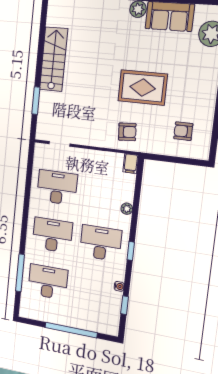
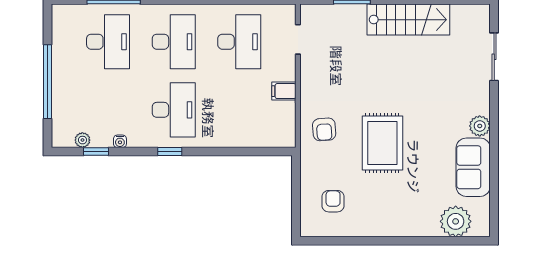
filing cabinet: (131, 164) -> (284, 91), moved
plant: (127, 209) -> (82, 140), moved

